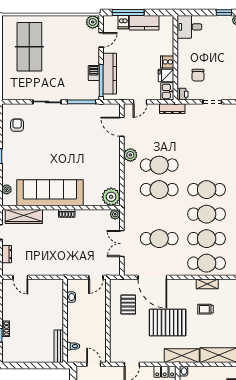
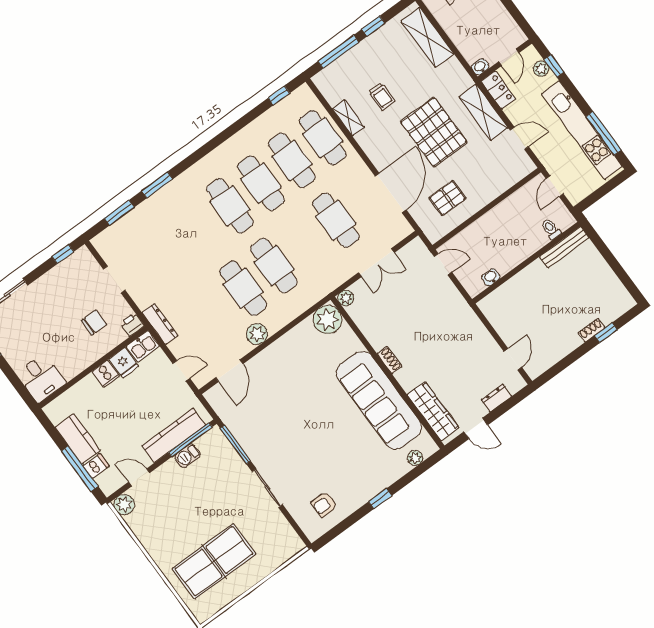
shelving: (182, 356) -> (483, 112), moved

